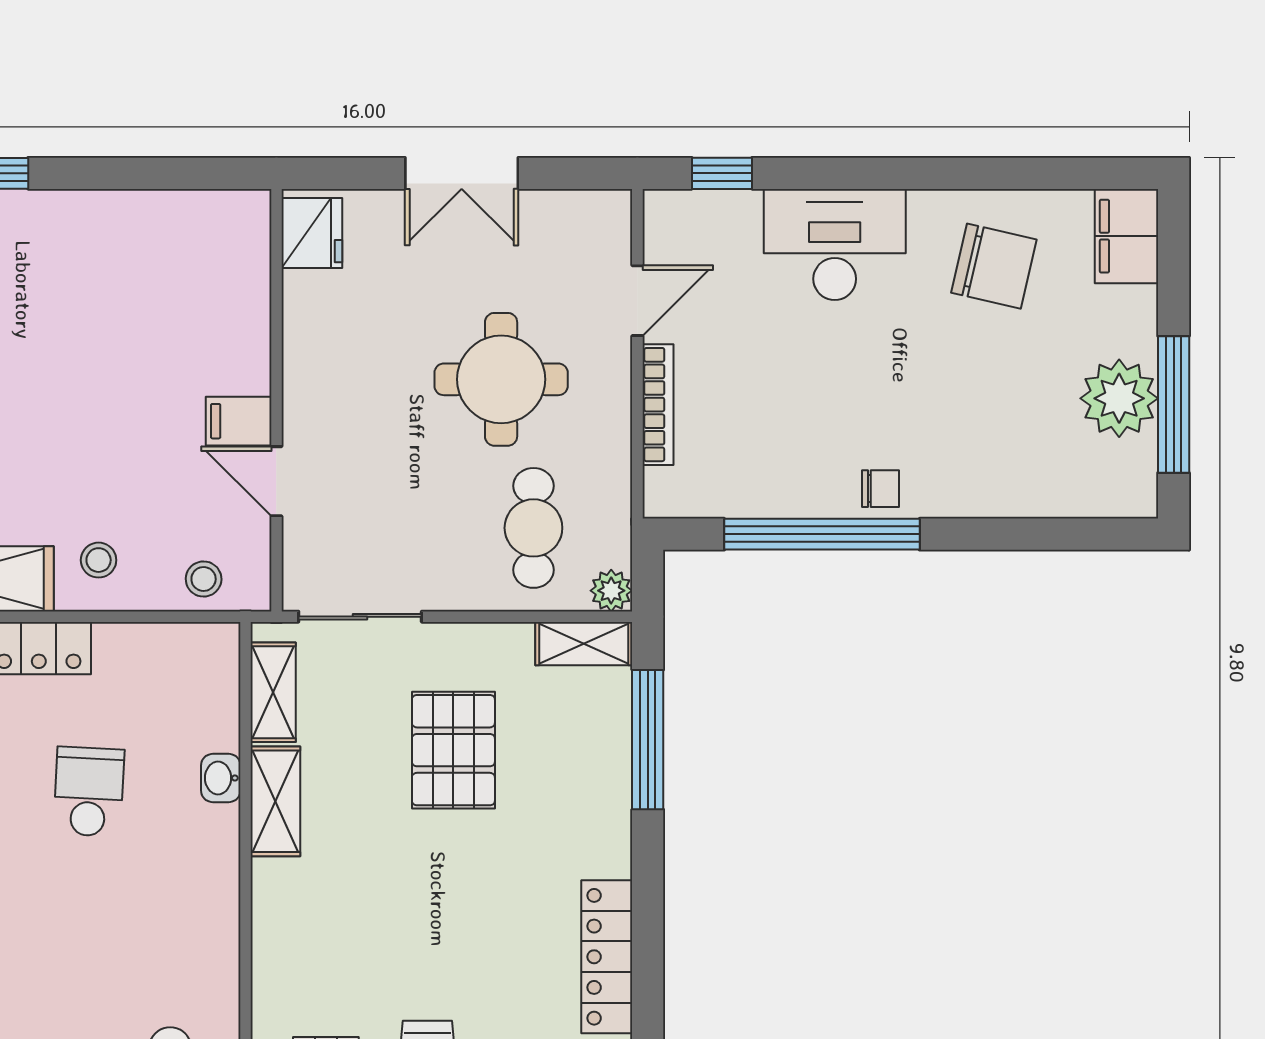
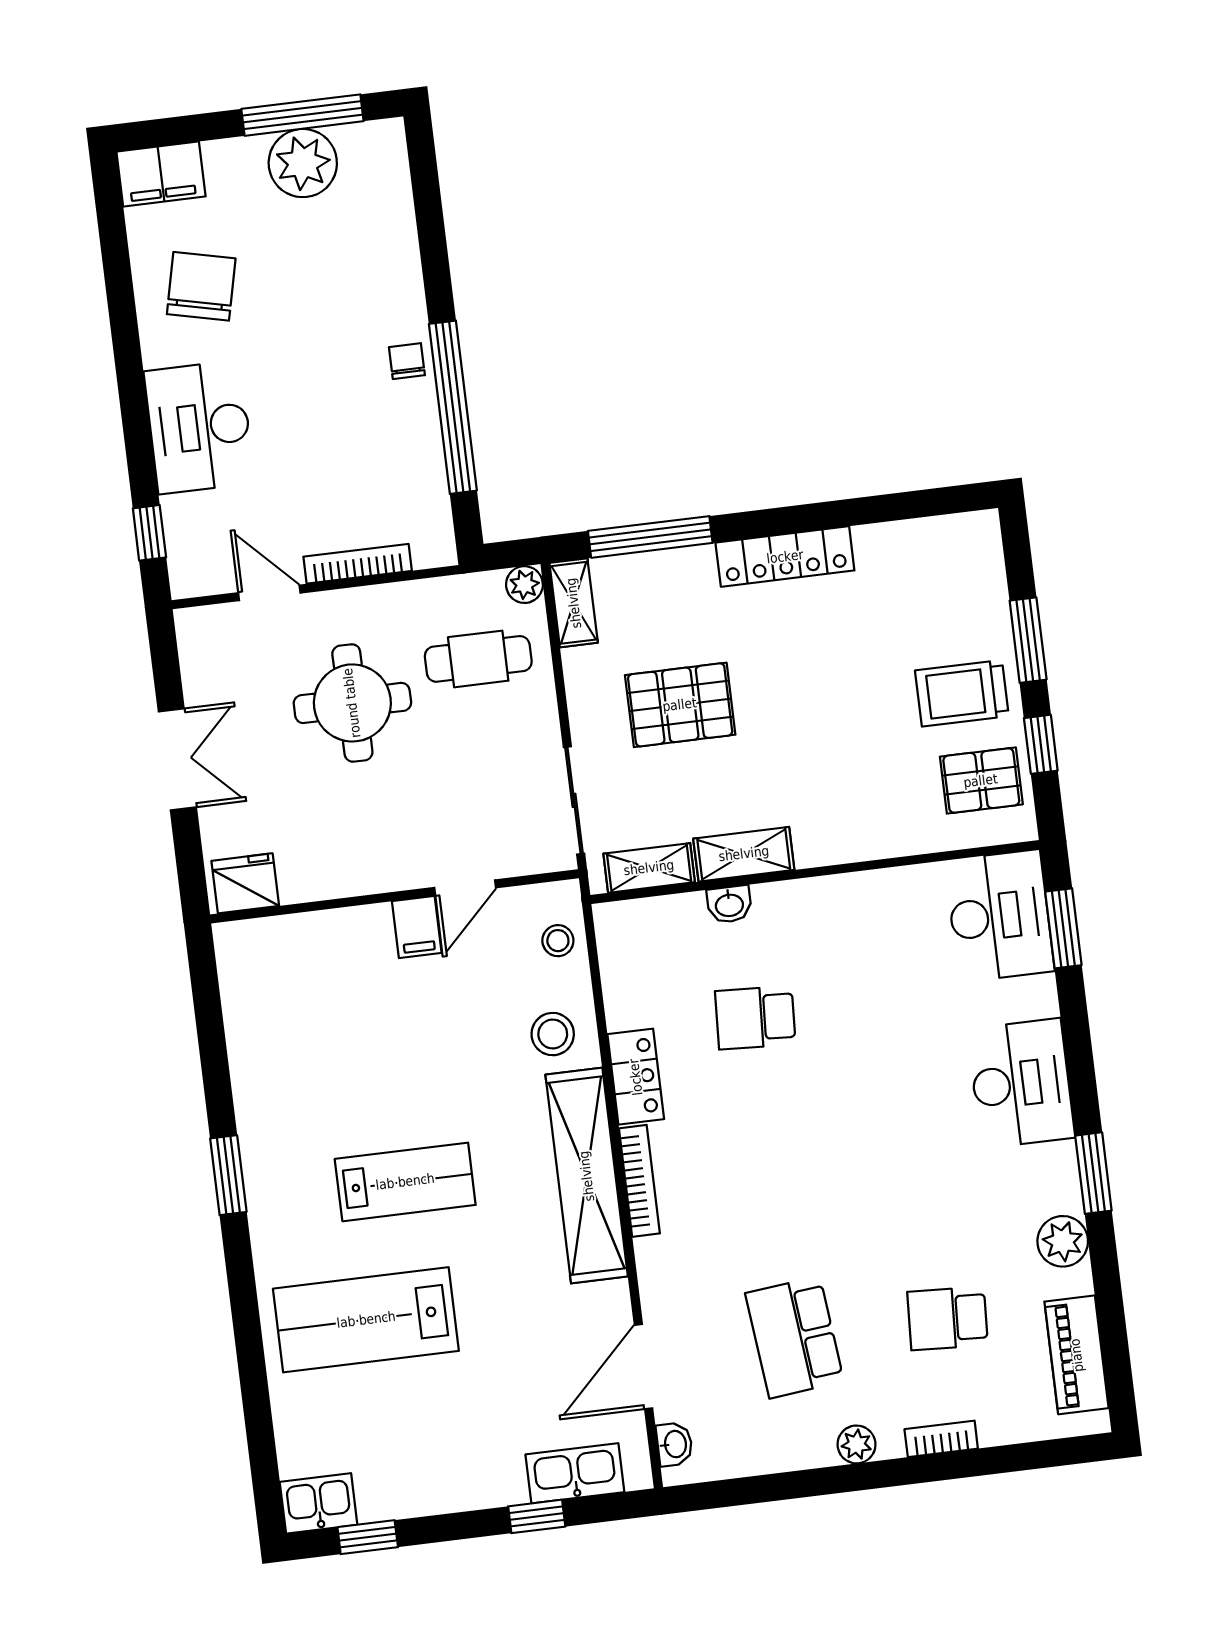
stool: (99, 560) -> (553, 1034), width x1.37, depth x1.37
locker: (607, 957) -> (785, 557), moved

